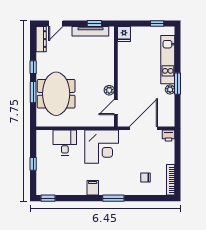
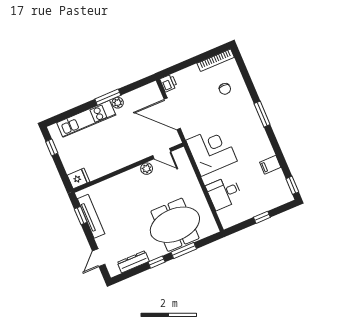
door: (56, 23) -> (99, 258), swing flipped
dresser: (41, 39) -> (133, 262), moved
filing cabinet: (93, 188) -> (270, 165), moved

